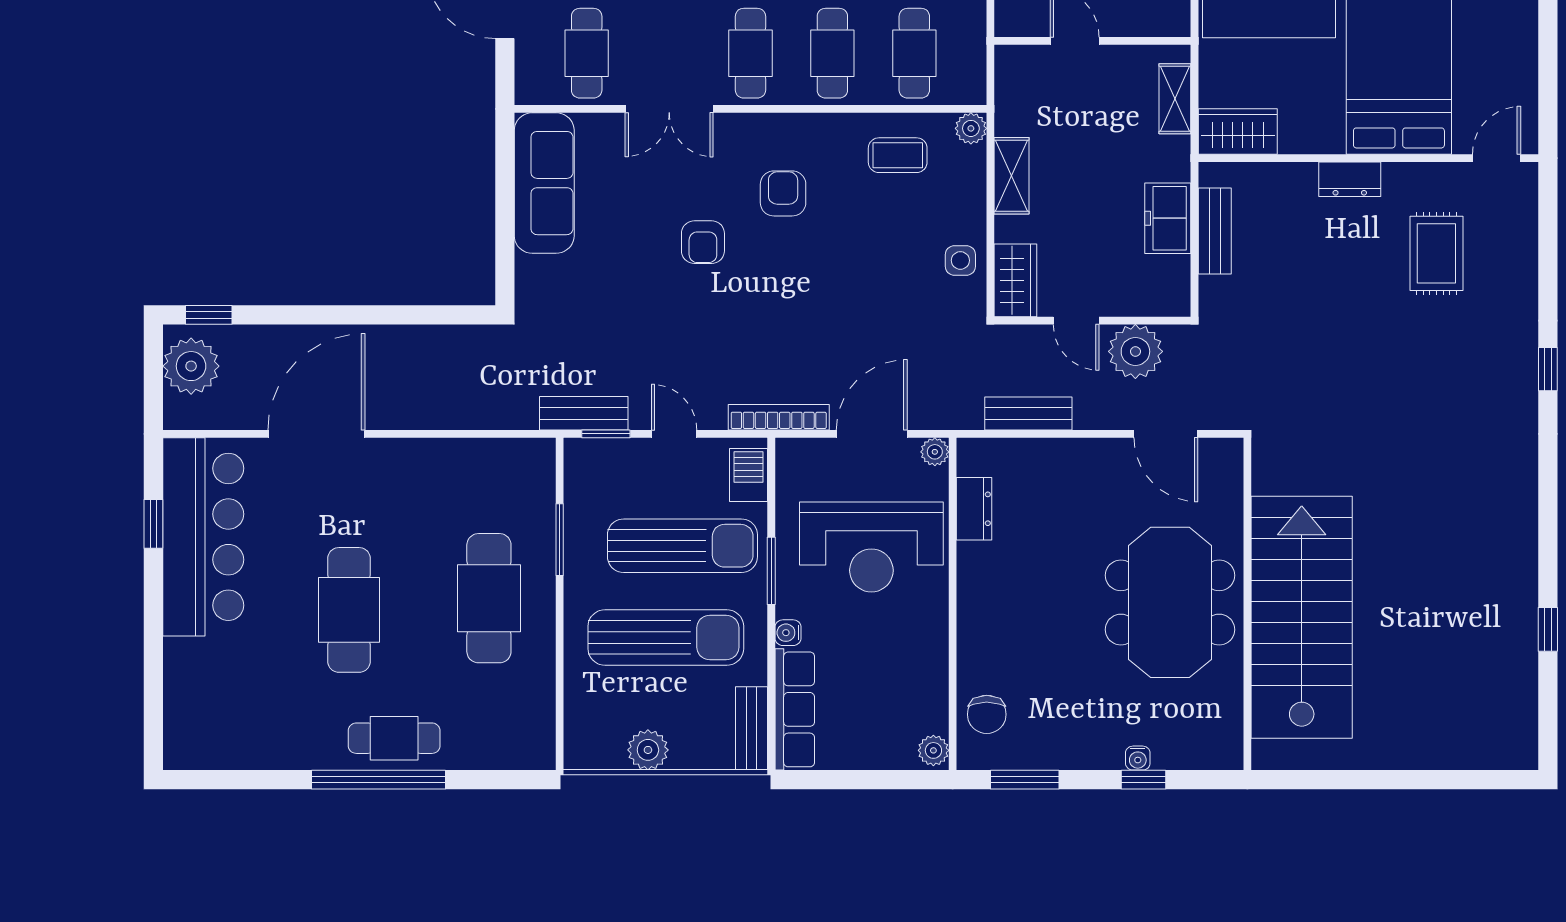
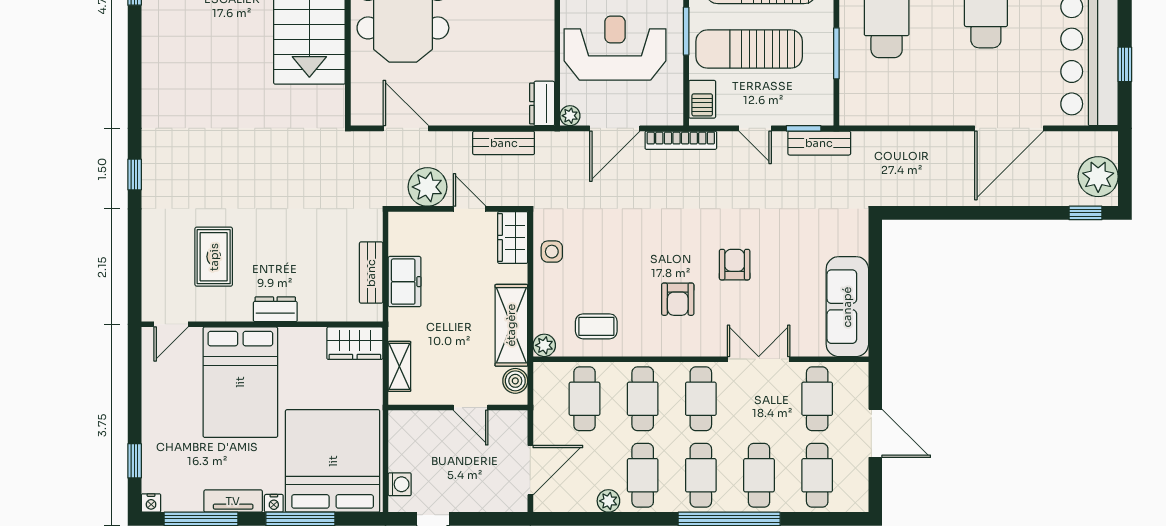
boiler: (1012, 78) -> (515, 381), added
shelving: (1012, 176) -> (511, 325), width x1.50, depth x1.33
dresser: (974, 509) -> (542, 103), moved

